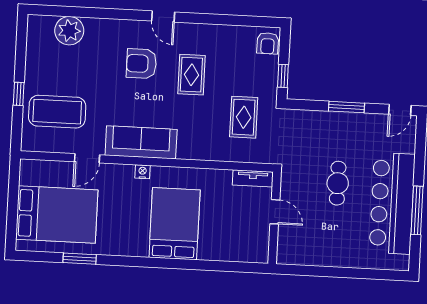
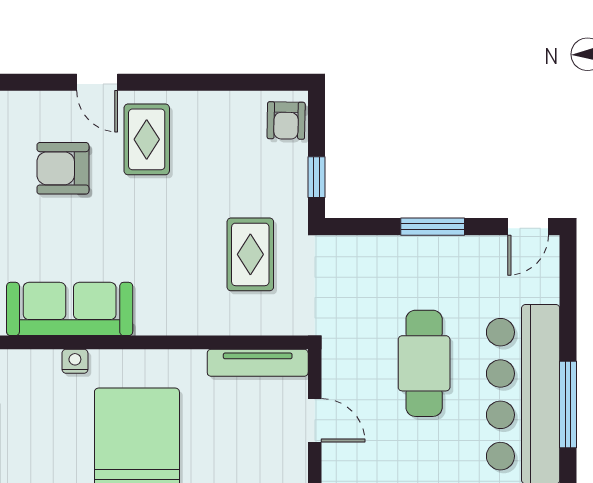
rug: (191, 75) -> (147, 139), moved
tv unit: (253, 178) -> (258, 363), width x1.41
cafe table: (338, 183) -> (424, 363), width x1.37, depth x1.35

